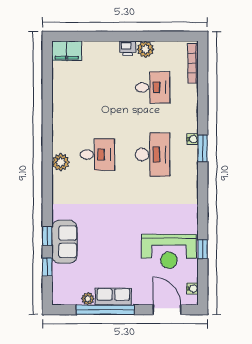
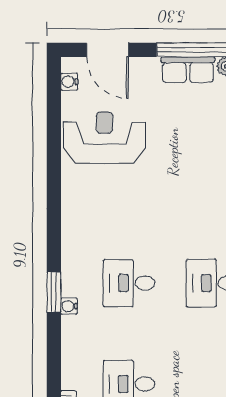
desk: (153, 155) -> (129, 283), width x0.73
window: (203, 249) -> (54, 141), removed

